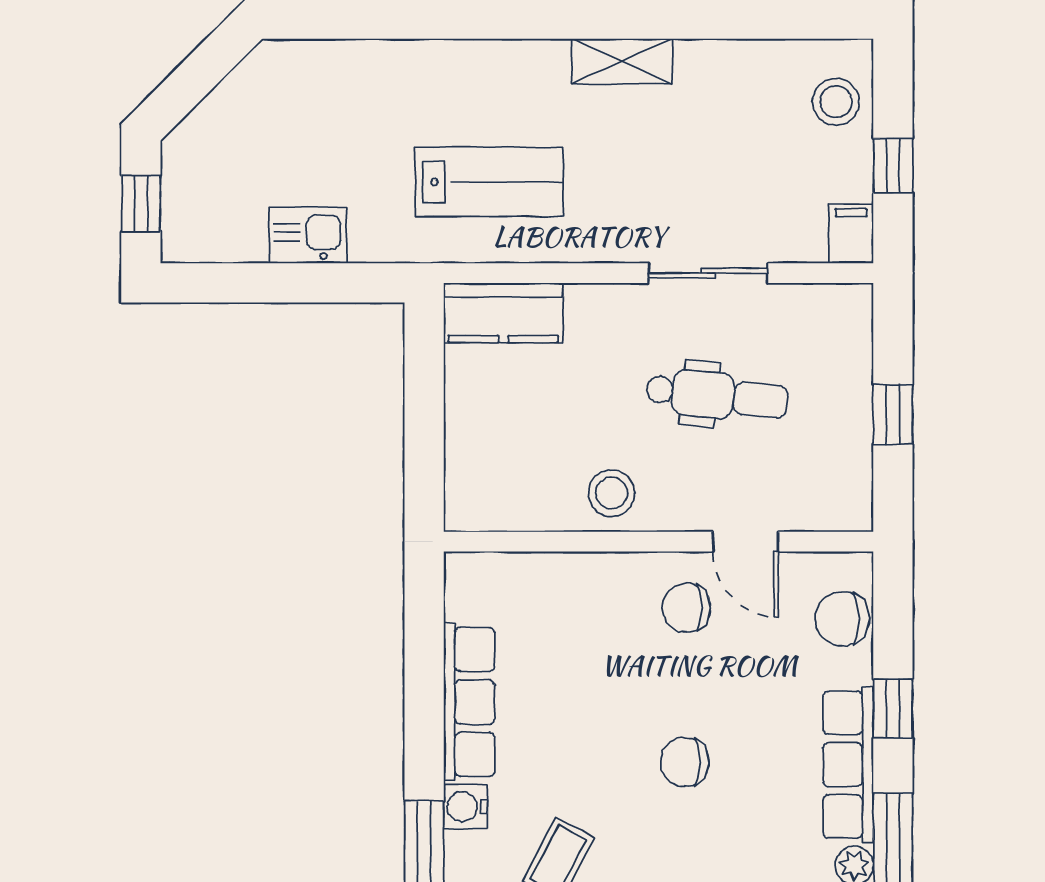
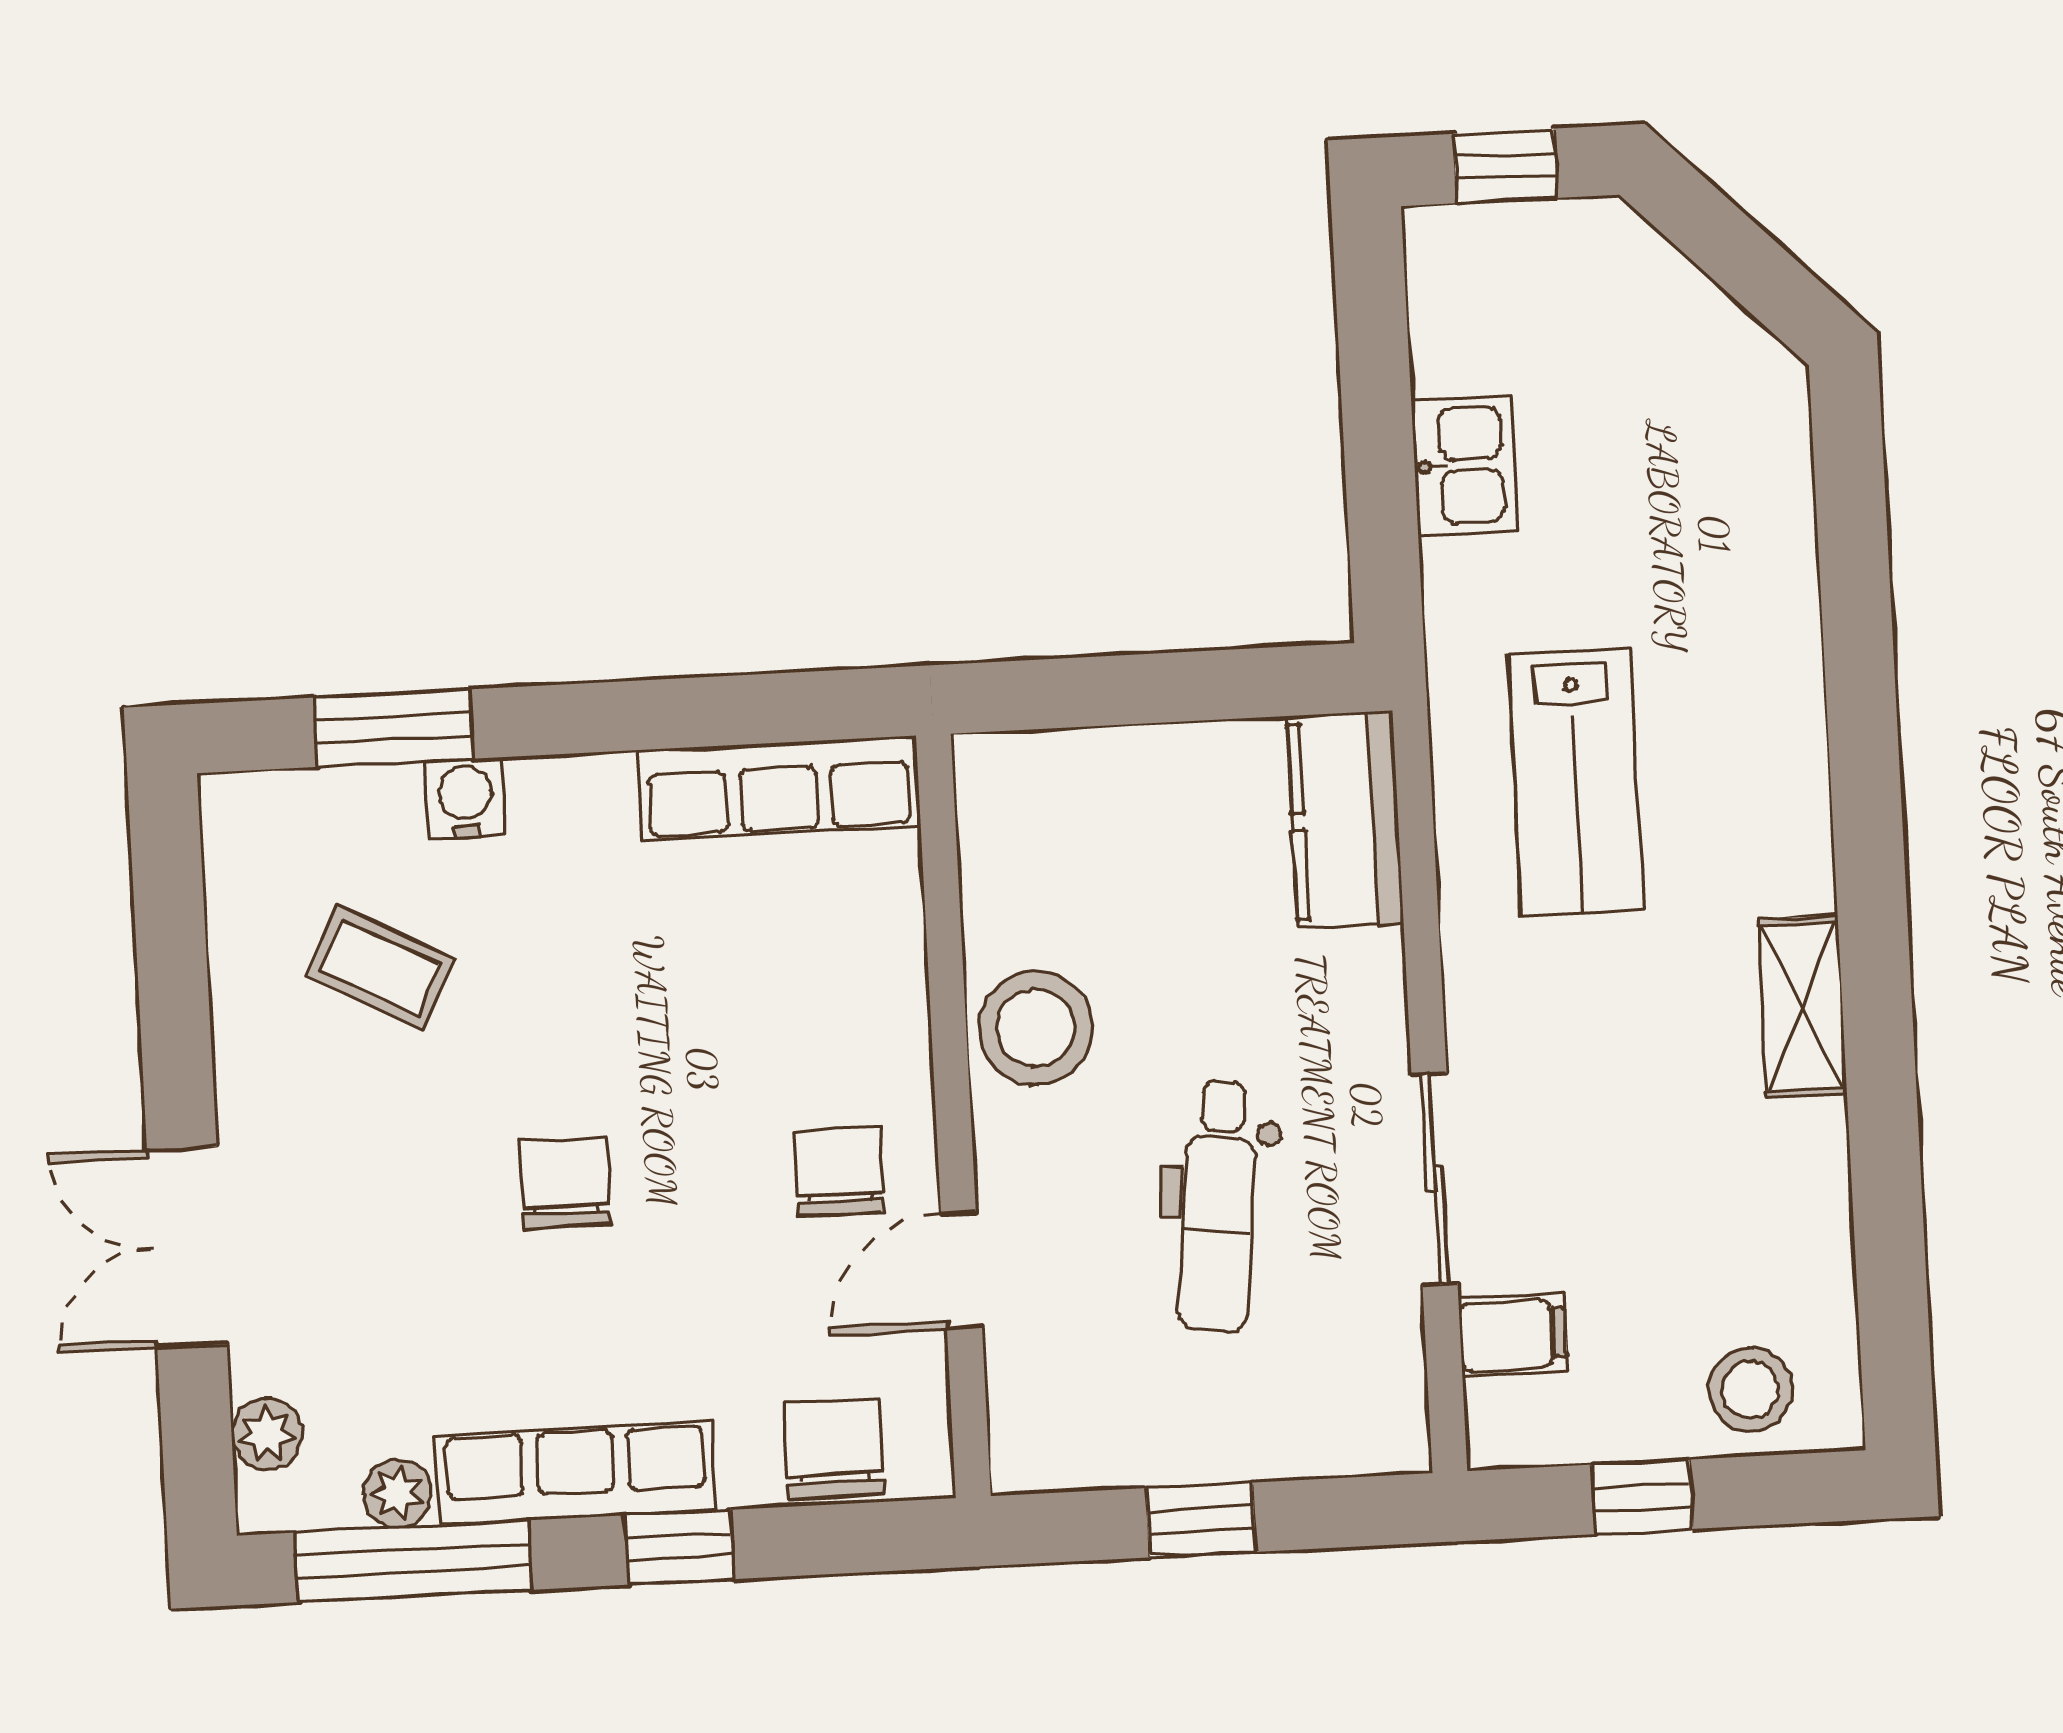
filing cabinet: (851, 234) -> (1513, 1335), moved
stool: (612, 493) -> (1035, 1028), width x1.38, depth x1.38
row of seats: (469, 702) -> (779, 788), moved

